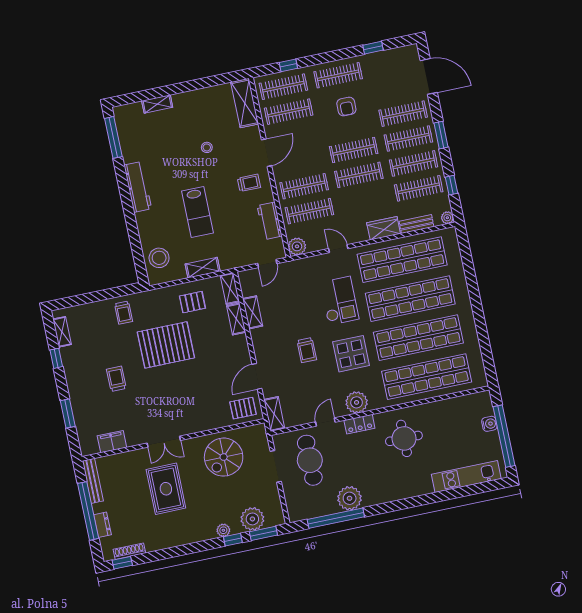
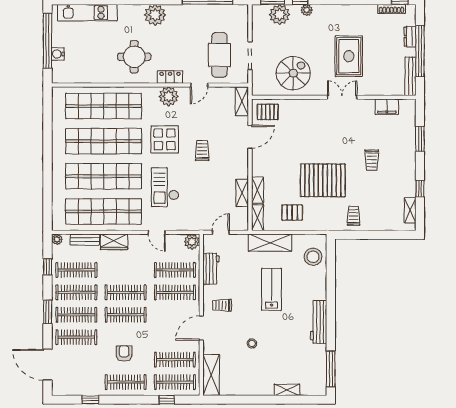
shelving: (203, 268) -> (270, 243), width x1.50, depth x1.33
plant: (350, 498) -> (155, 15), moved

